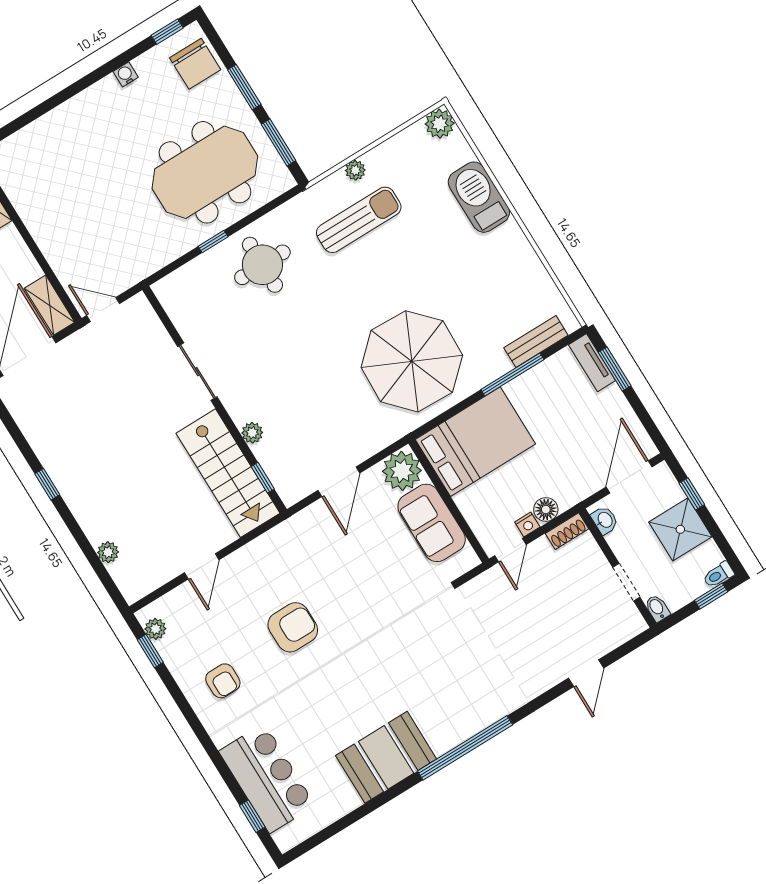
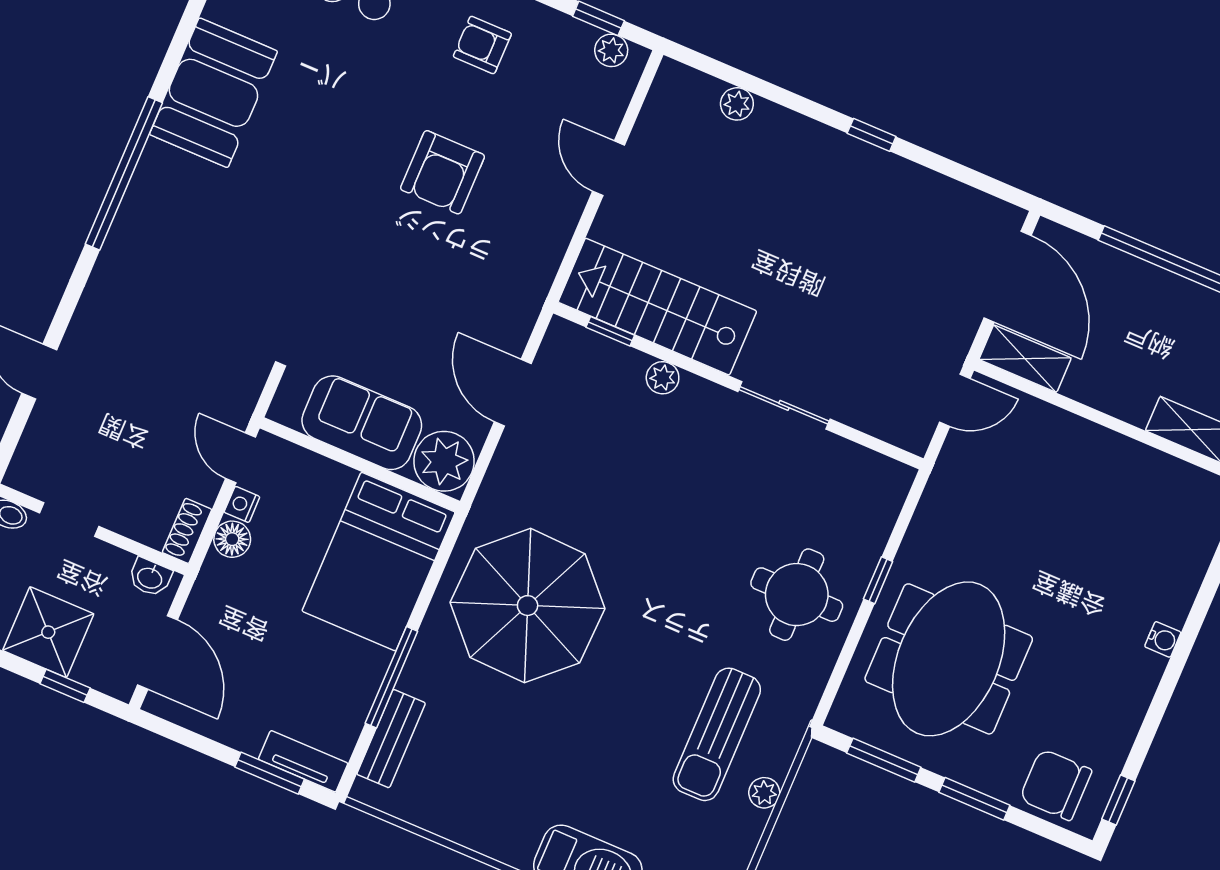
water cooler: (126, 74) -> (1163, 639), moved

